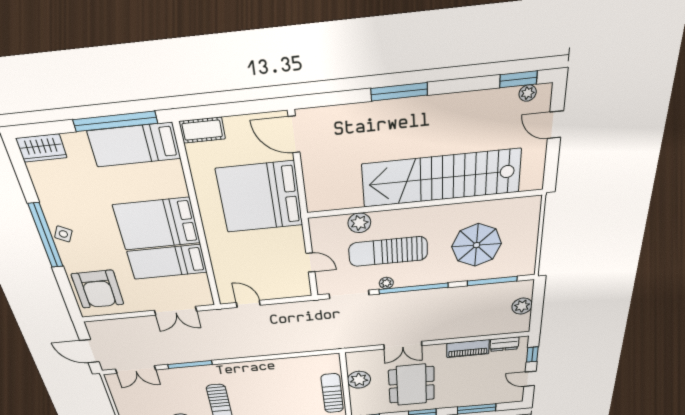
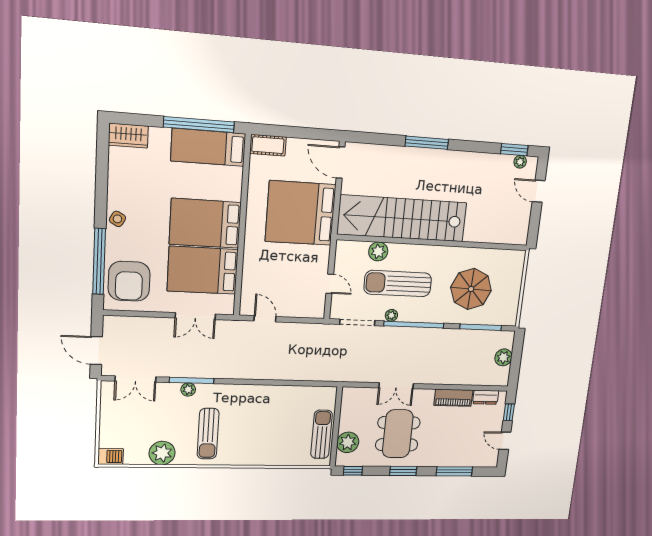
stairs: (441, 178) -> (402, 218), moved
window: (46, 236) -> (99, 261), moved
bed: (167, 262) -> (203, 270), width x1.50
plant: (189, 372) -> (188, 390), added
plant: (359, 380) -> (348, 442), moved

